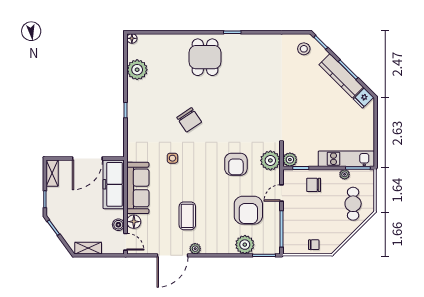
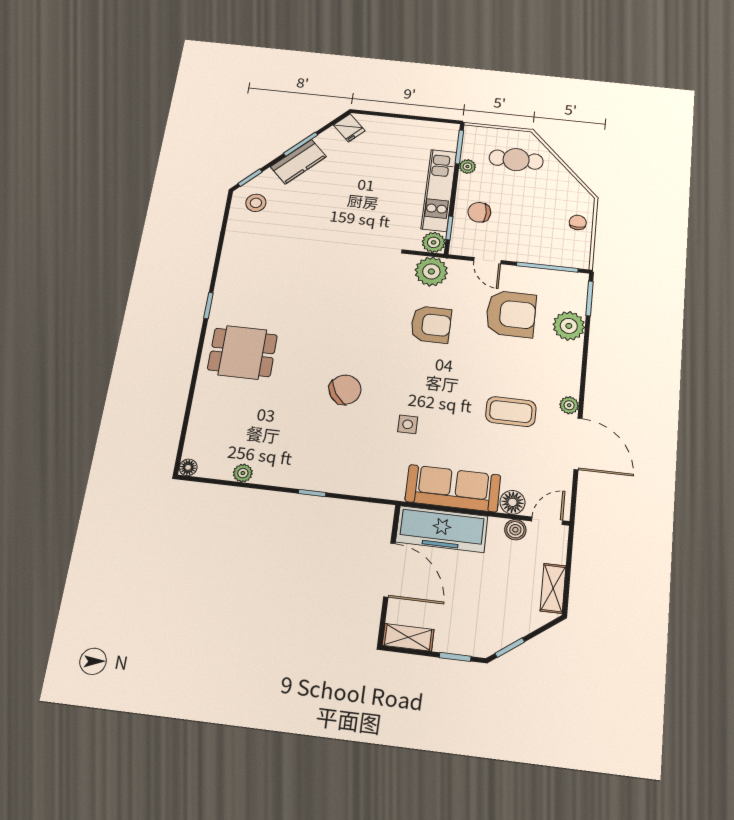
plant: (137, 70) -> (243, 473), width x0.53, depth x0.53
kitchen counter: (341, 76) -> (298, 162), width x0.67
kitchen unit: (346, 159) -> (439, 190), moved
chair: (314, 185) -> (479, 212), turned 90

